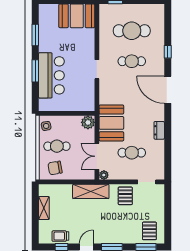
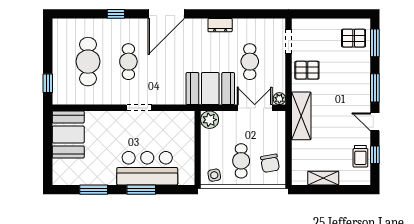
double door: (97, 156) -> (255, 108), swing flipped

